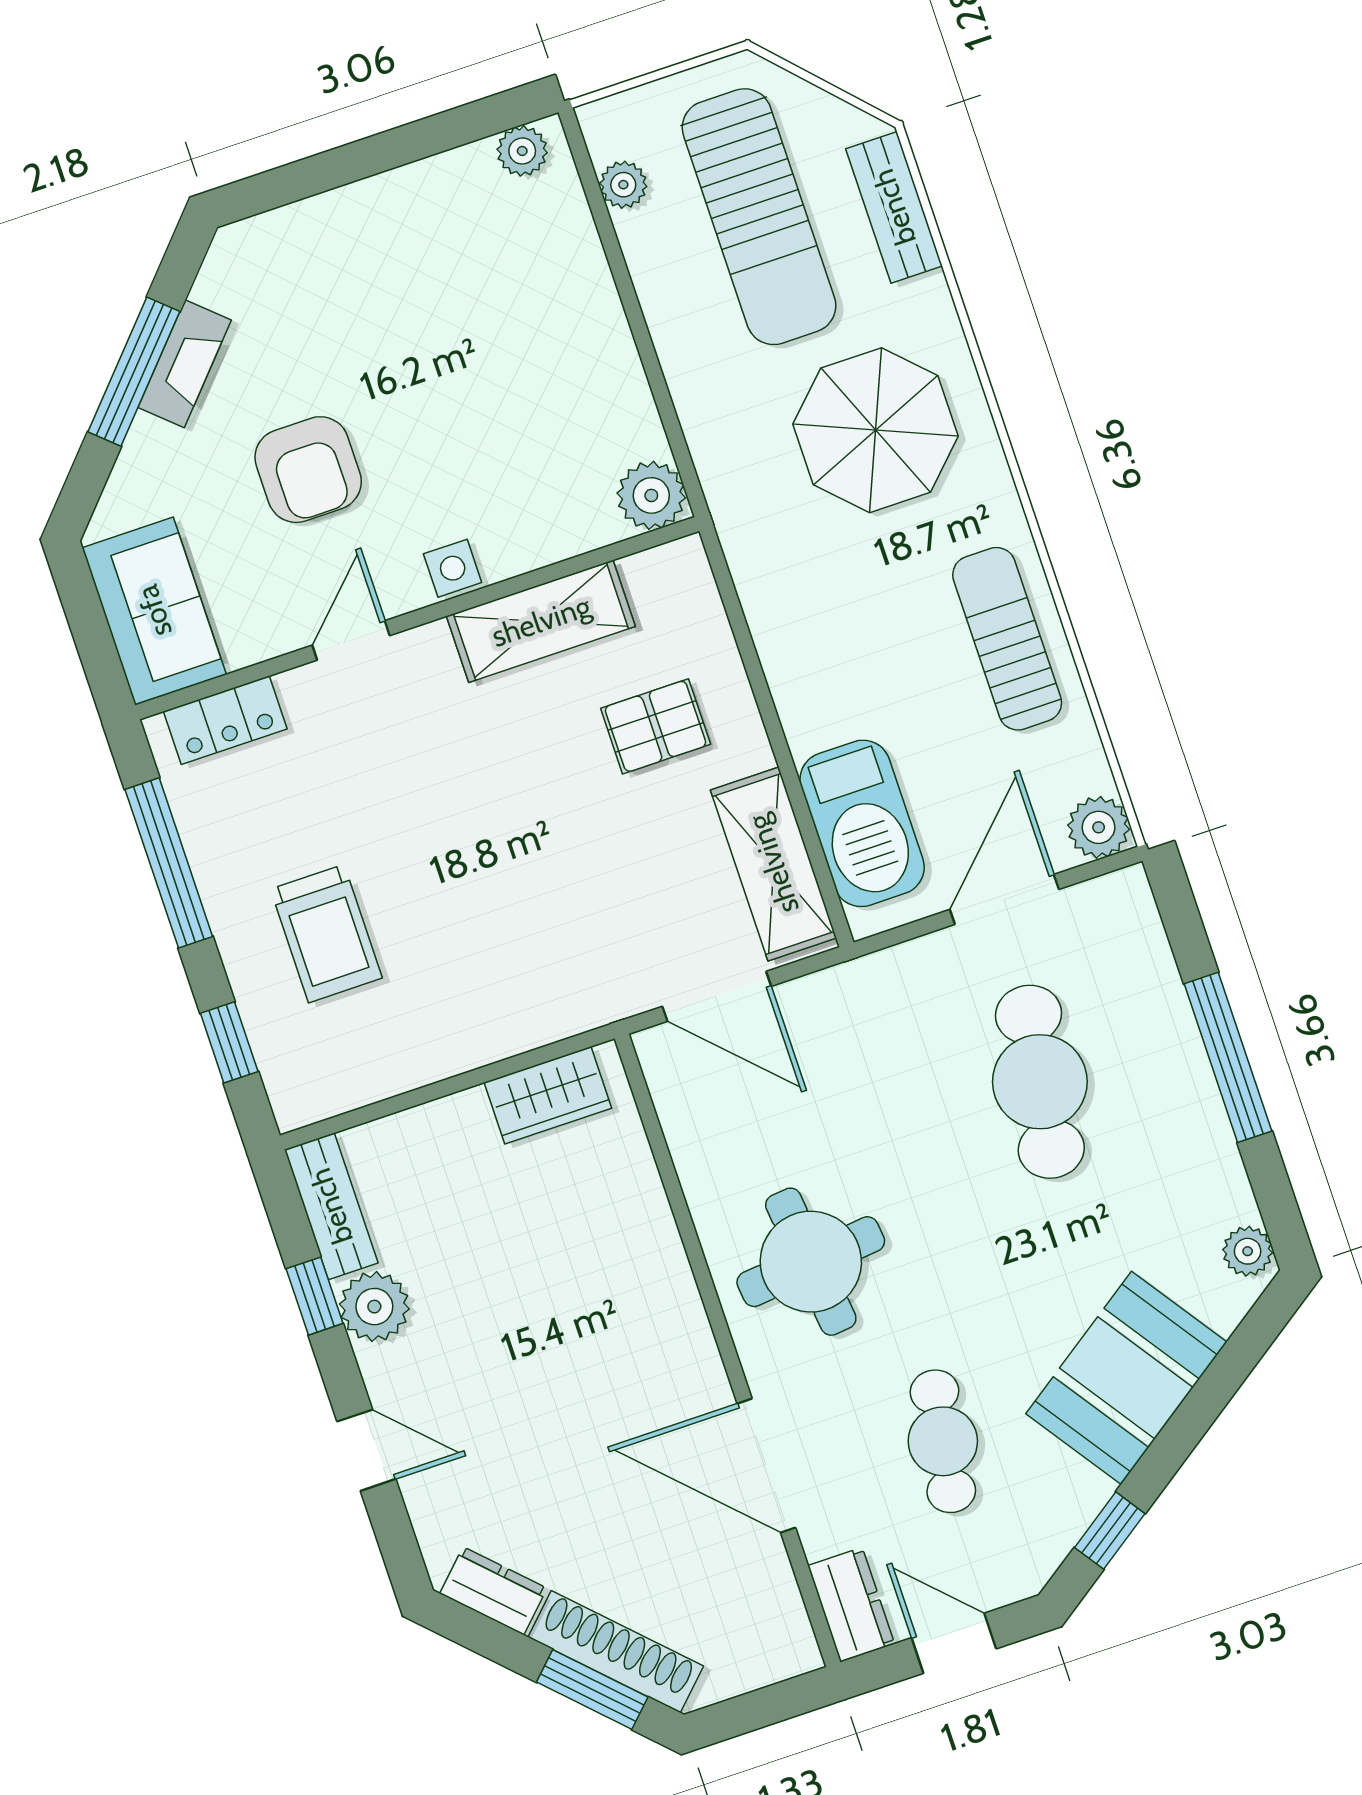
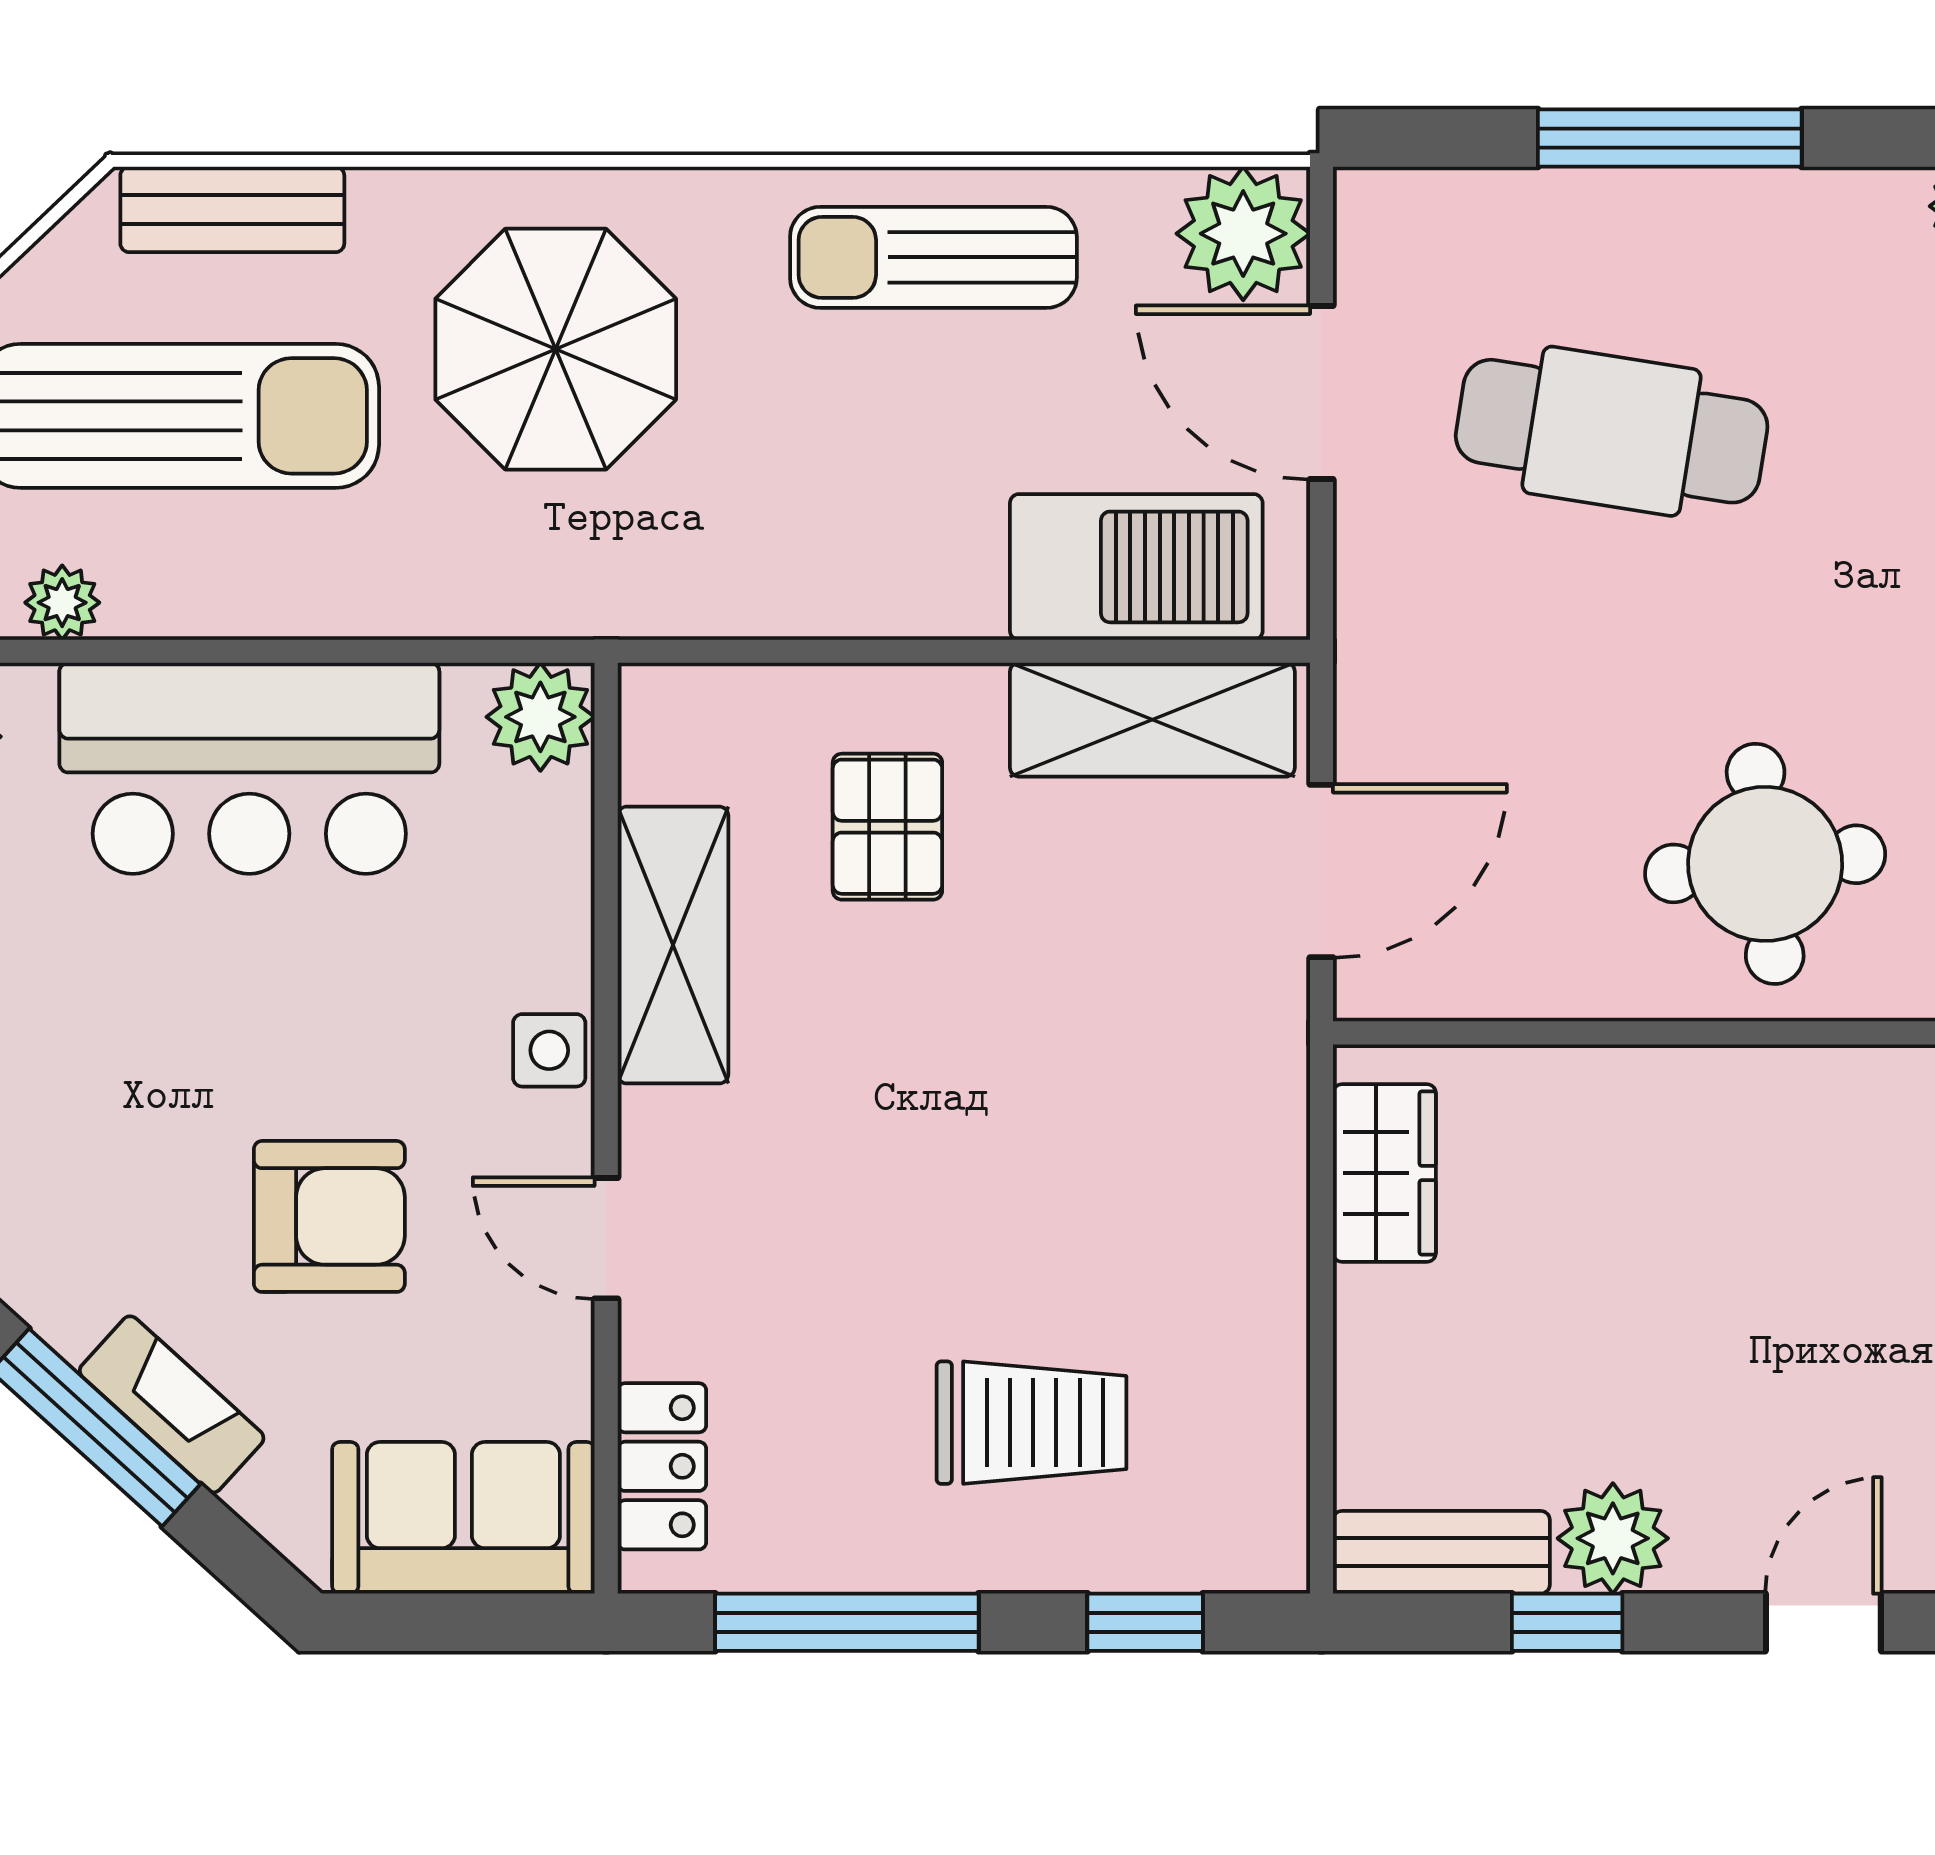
bar counter: (562, 331) -> (249, 768), added
fireplace: (185, 364) -> (172, 1404), moved
plant: (1099, 827) -> (1243, 234), width x1.36, depth x1.36

